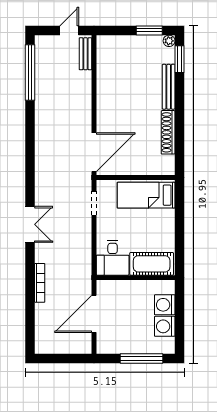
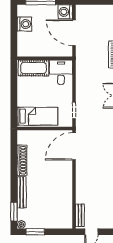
washing machine: (165, 305) -> (65, 12), moved, turned 180
door: (94, 314) -> (74, 33), swing flipped

